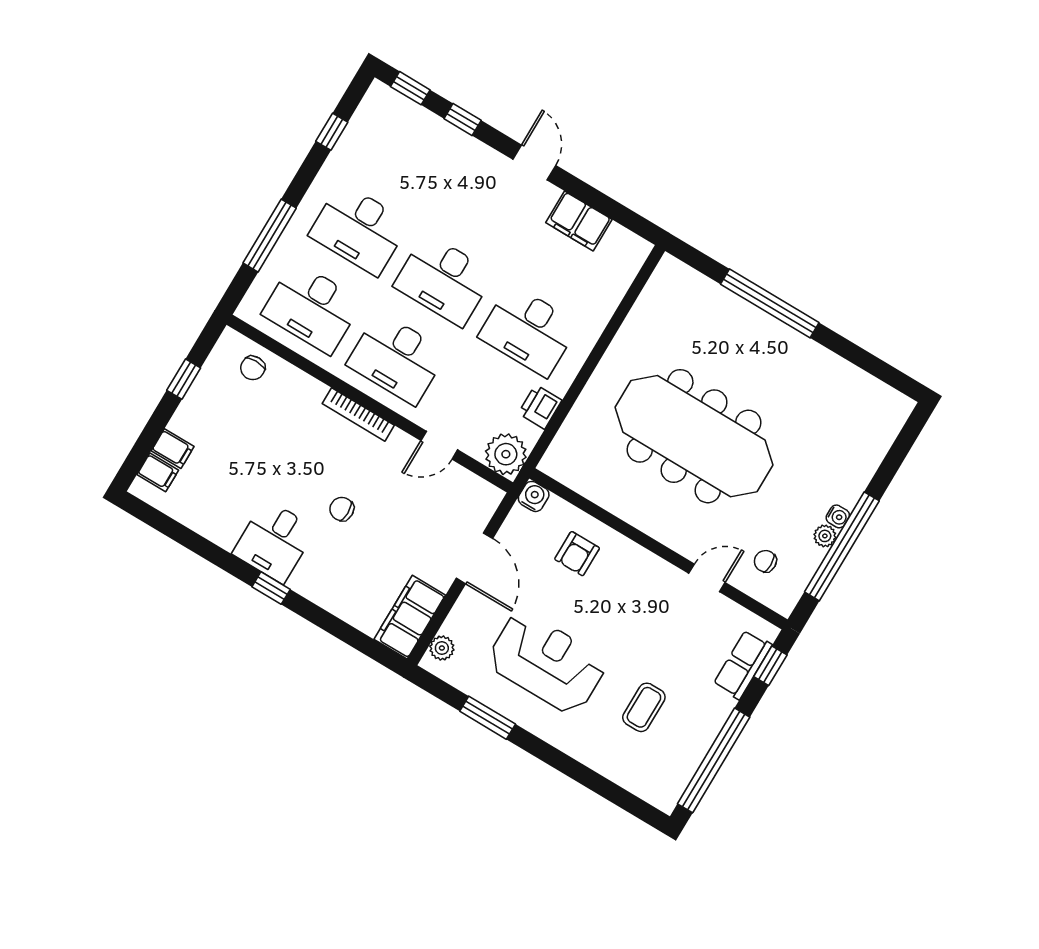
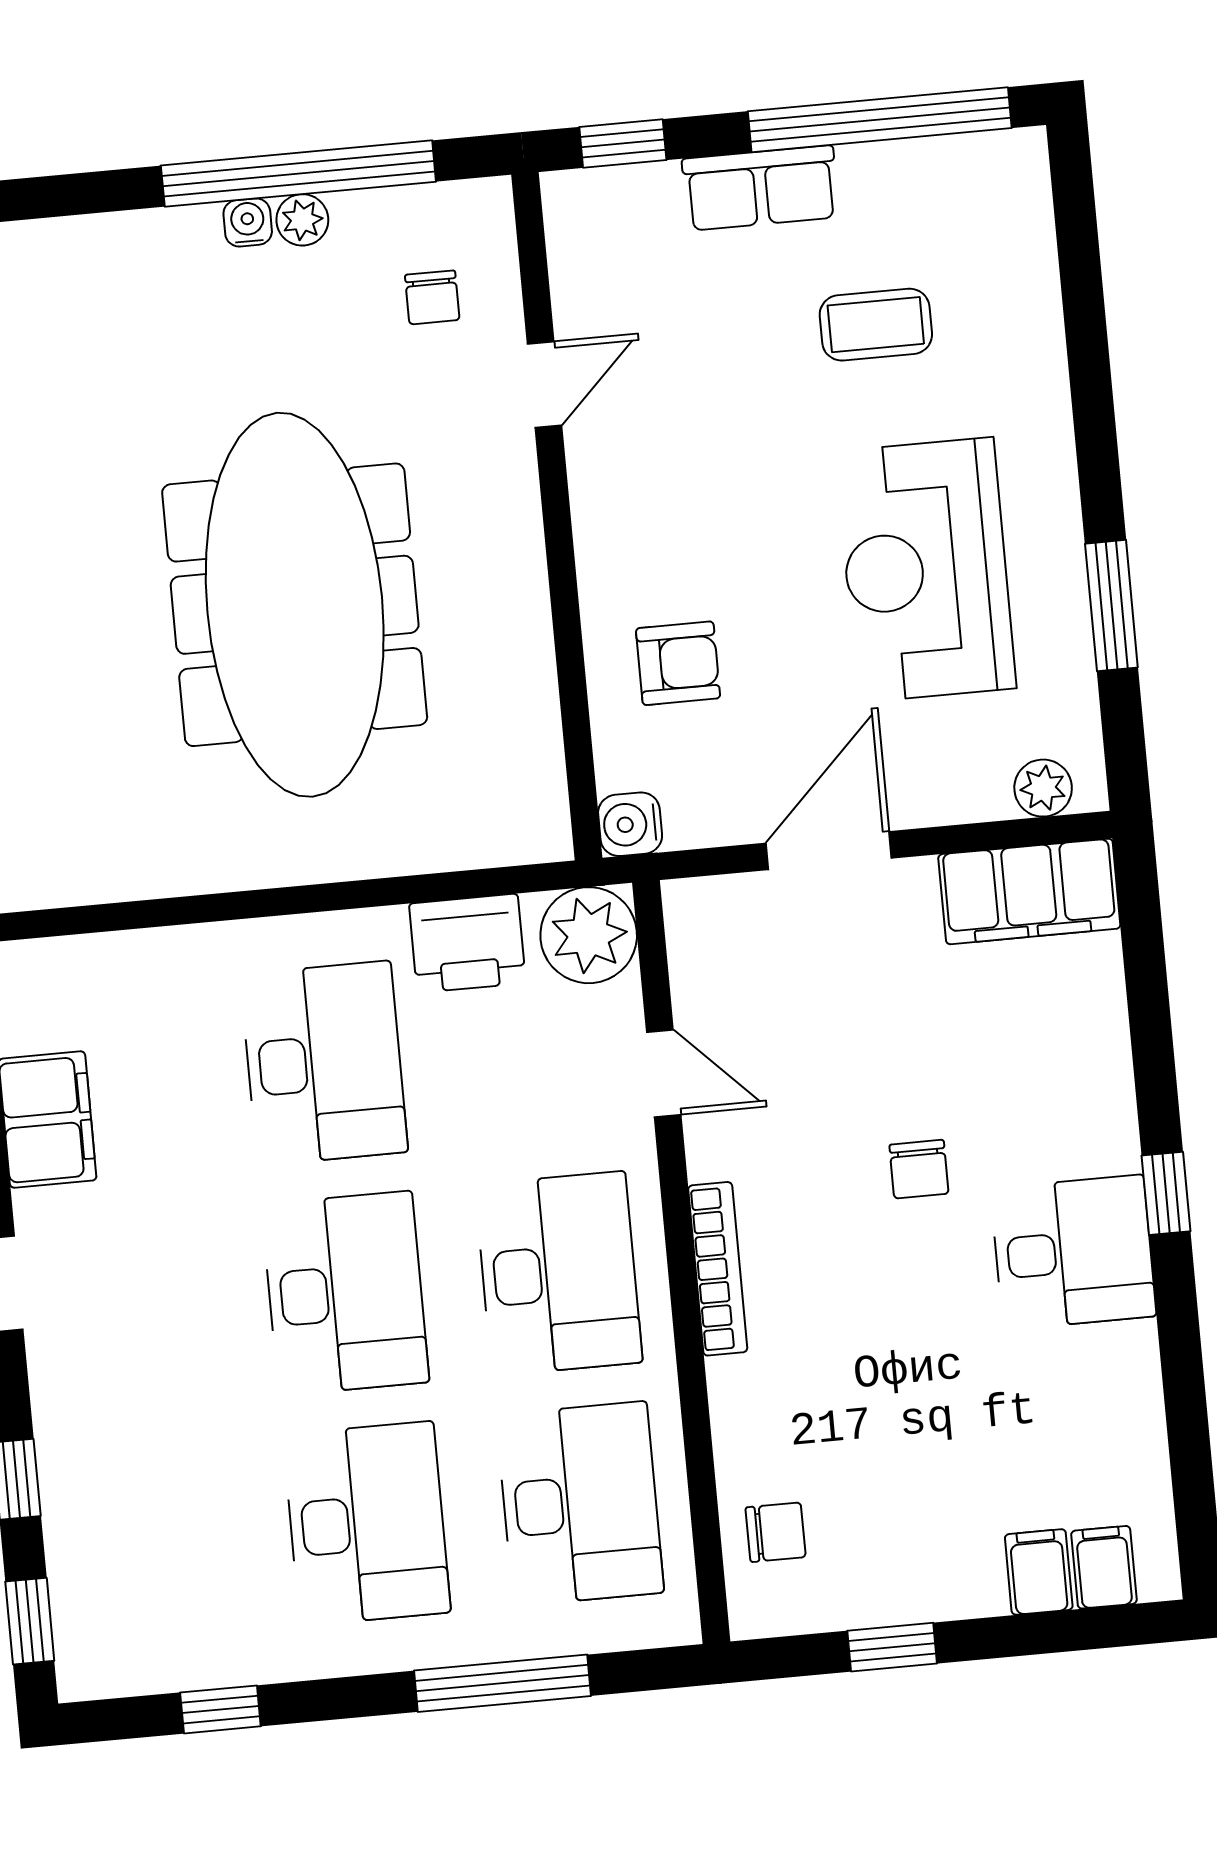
printer: (540, 407) -> (467, 943), width x1.36, depth x1.24
door: (707, 578) -> (545, 385), swing flipped
row of seats: (743, 665) -> (760, 188), moved

